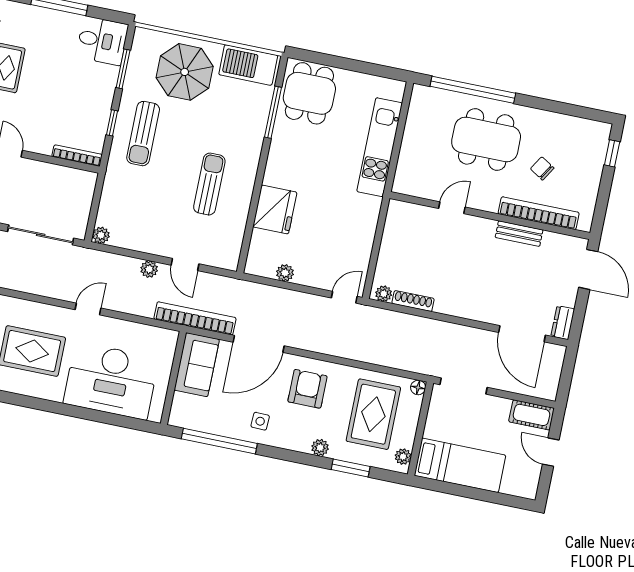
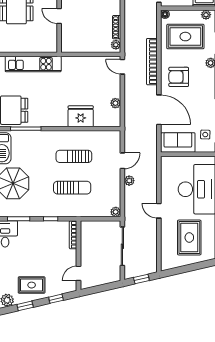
sun lounger: (143, 134) -> (72, 188), moved
bookcase: (195, 318) -> (152, 62), moved
side table: (260, 421) -> (205, 135), moved

